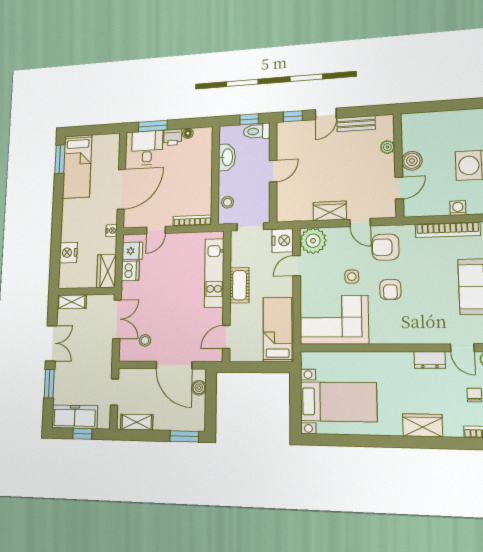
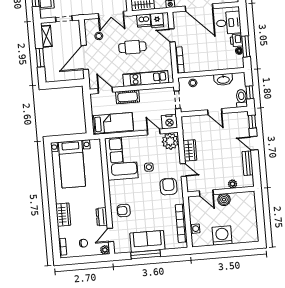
window: (153, 126) -> (246, 46), moved
door: (360, 222) -> (183, 170), swing flipped
cot: (239, 285) -> (128, 97), moved
cafe table: (166, 290) -> (132, 47), added
armchair: (390, 290) -> (124, 211), moved
boiler: (199, 388) -> (72, 75), removed
window: (184, 436) -> (40, 58), moved

